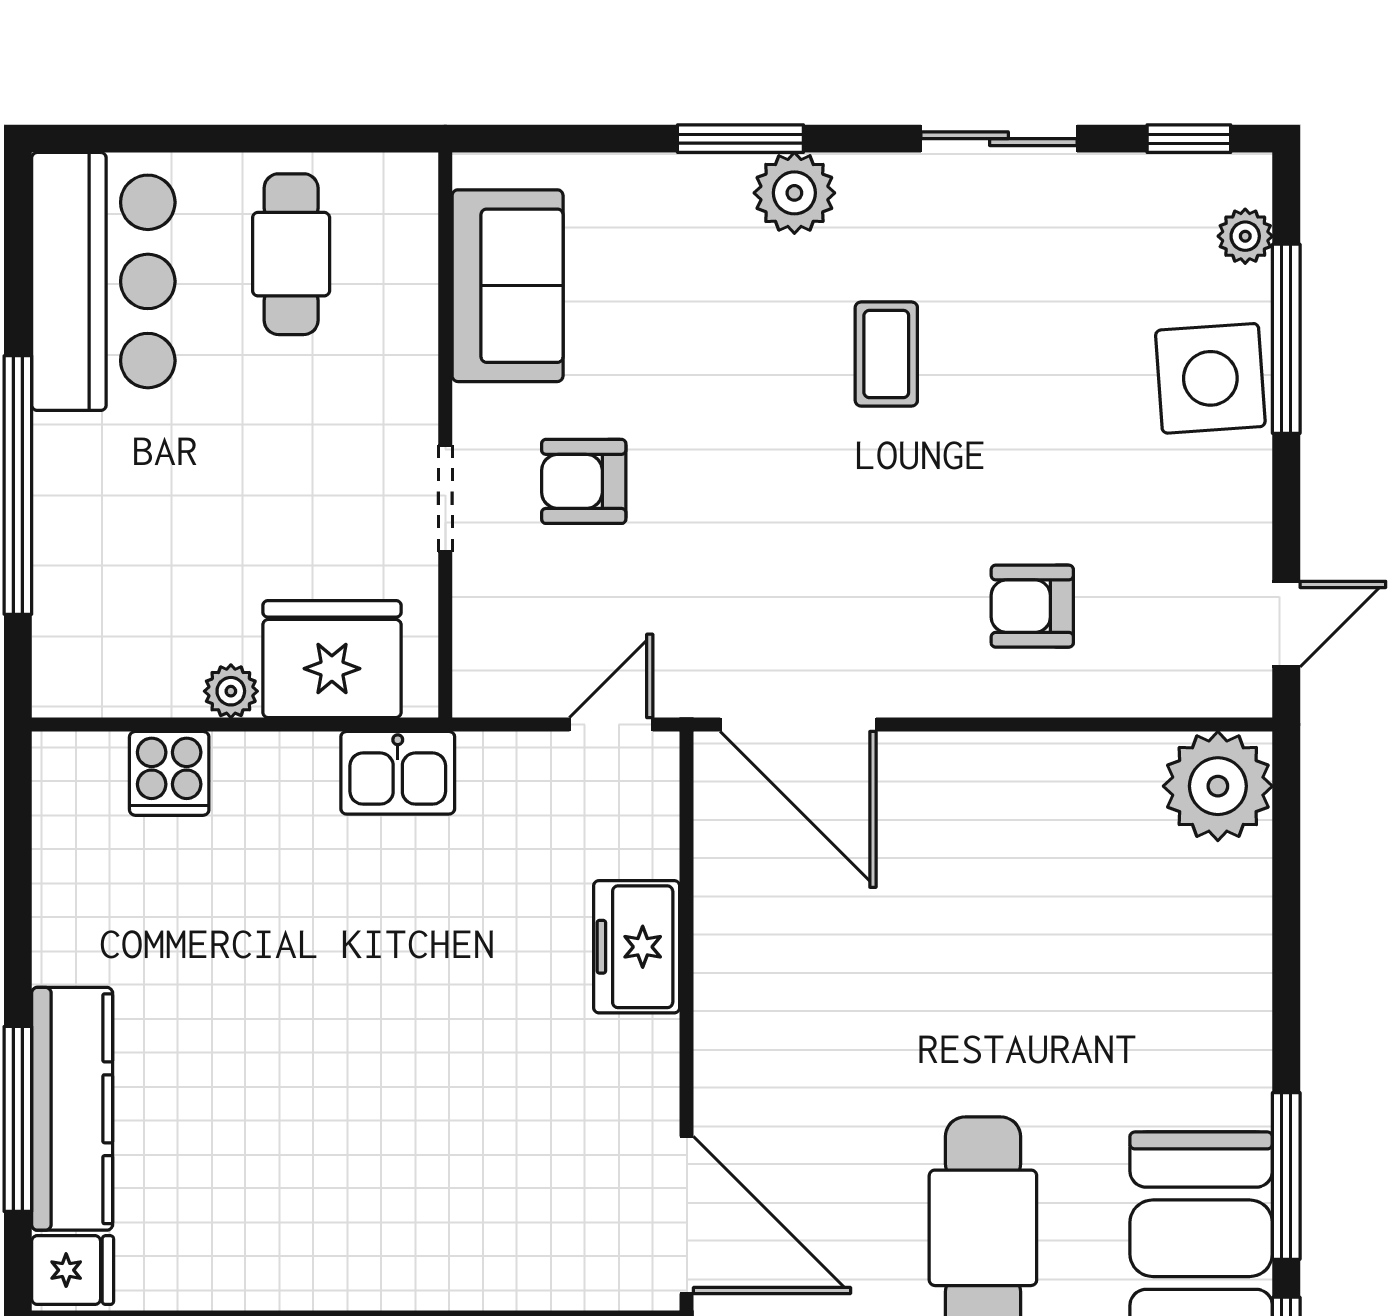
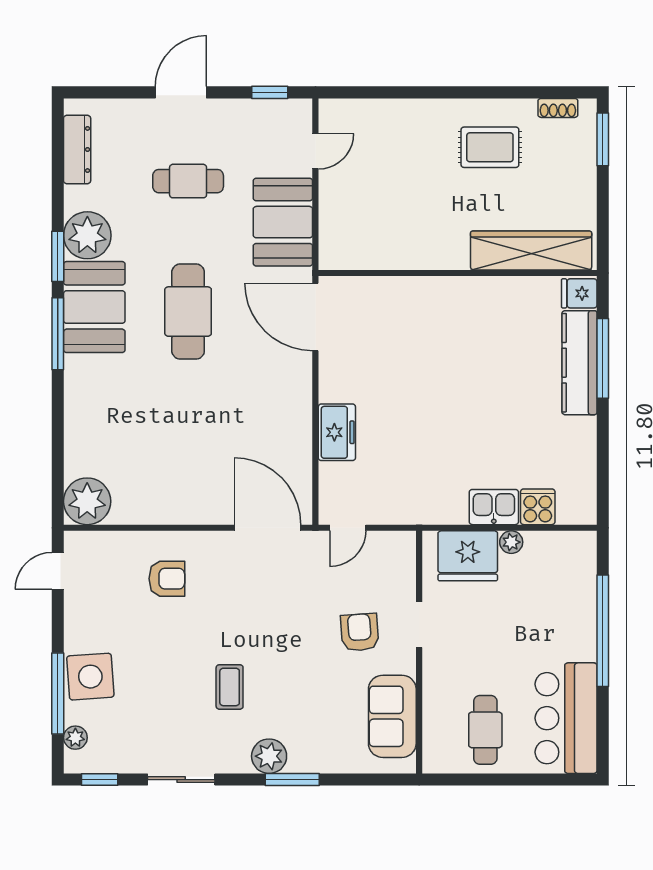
armchair: (584, 481) -> (360, 632), turned -94
kitchen sink: (398, 773) -> (494, 507), moved

